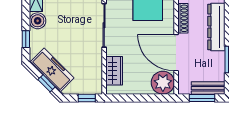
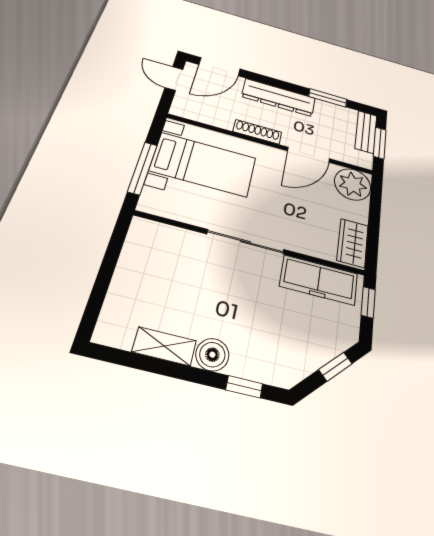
door: (176, 53) -> (309, 155), width x0.73
freezer: (52, 70) -> (319, 280), moved, turned -135
wardrobe: (114, 71) -> (353, 243), moved, turned -90

